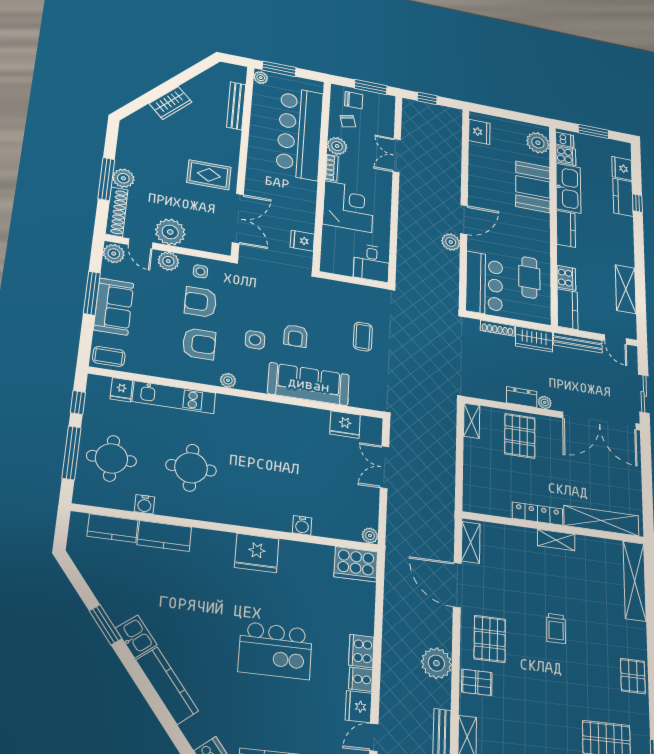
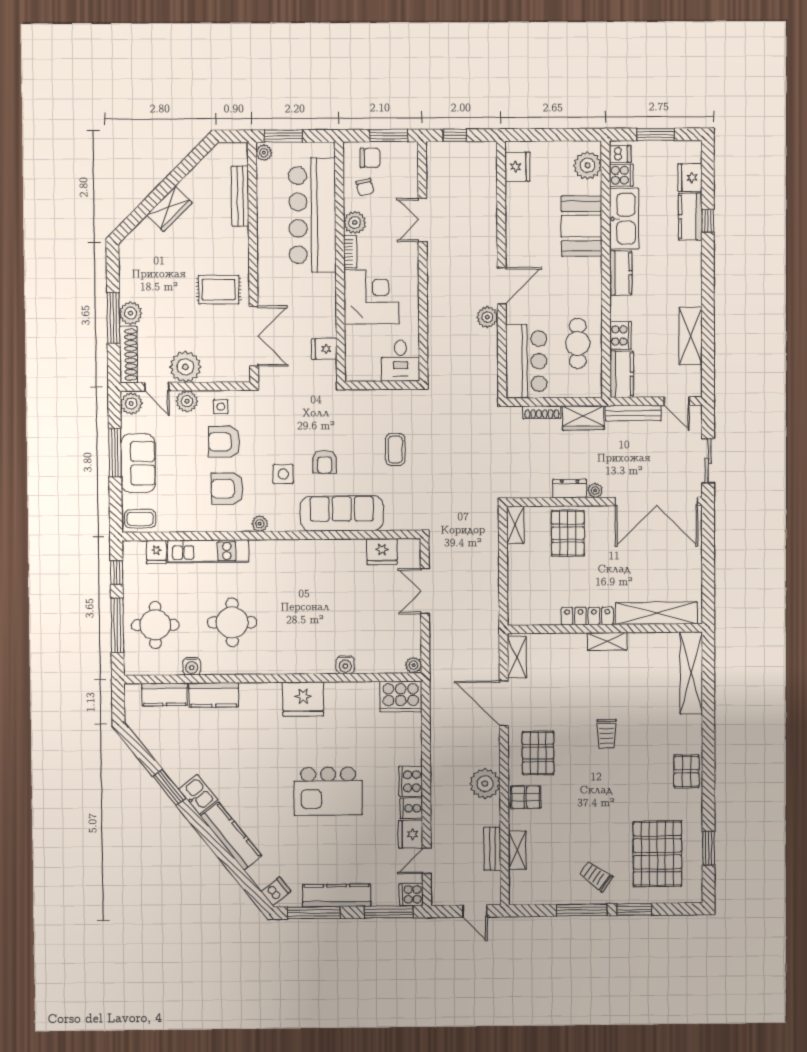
armchair: (199, 344) -> (227, 489), turned 180

